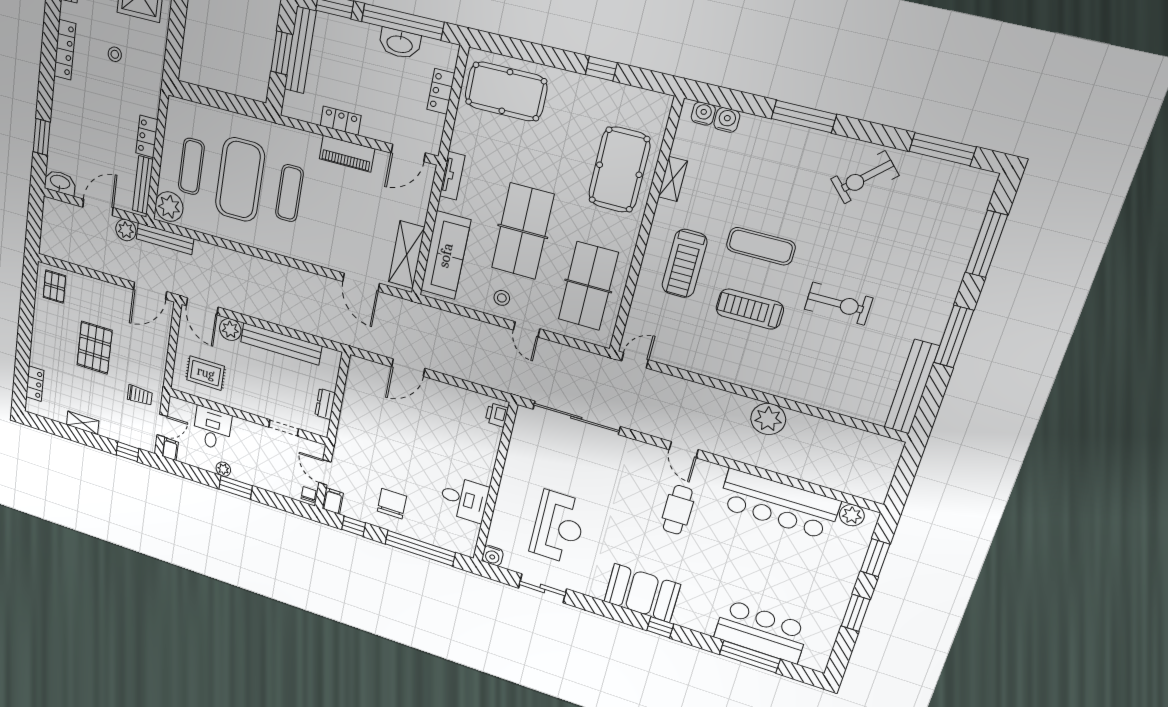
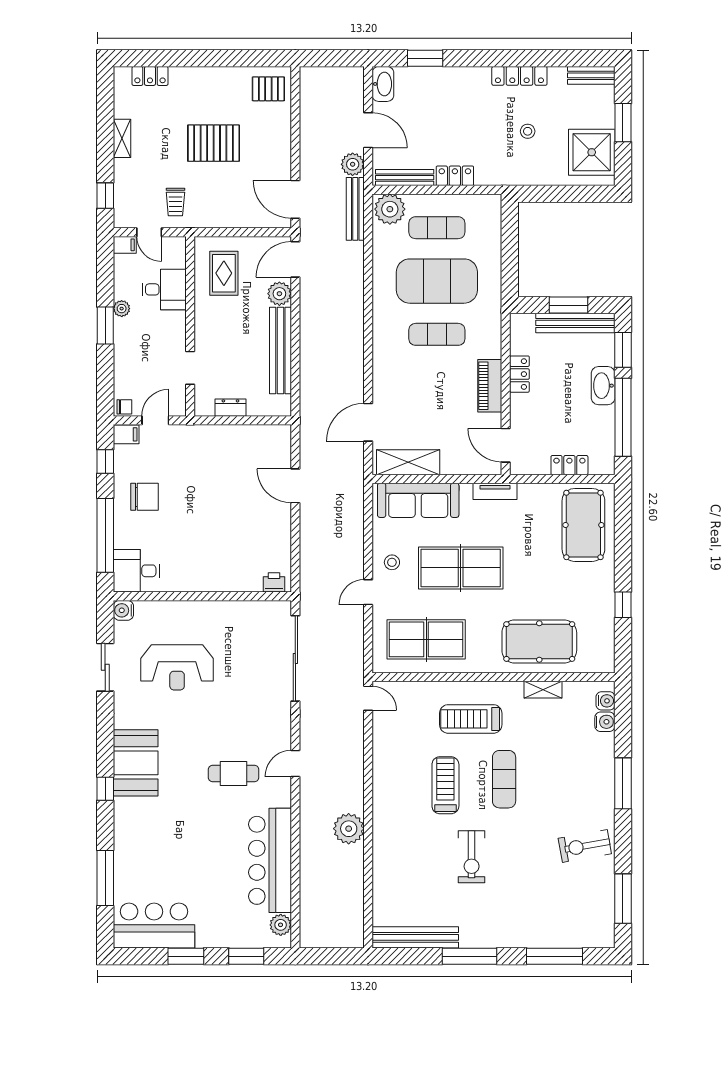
washbasin: (400, 43) -> (603, 386), moved
exercise bike: (865, 177) -> (585, 846), turned -56
desk: (464, 499) -> (136, 571), moved, turned 90
bar counter: (761, 631) -> (154, 926), moved, turned -90

